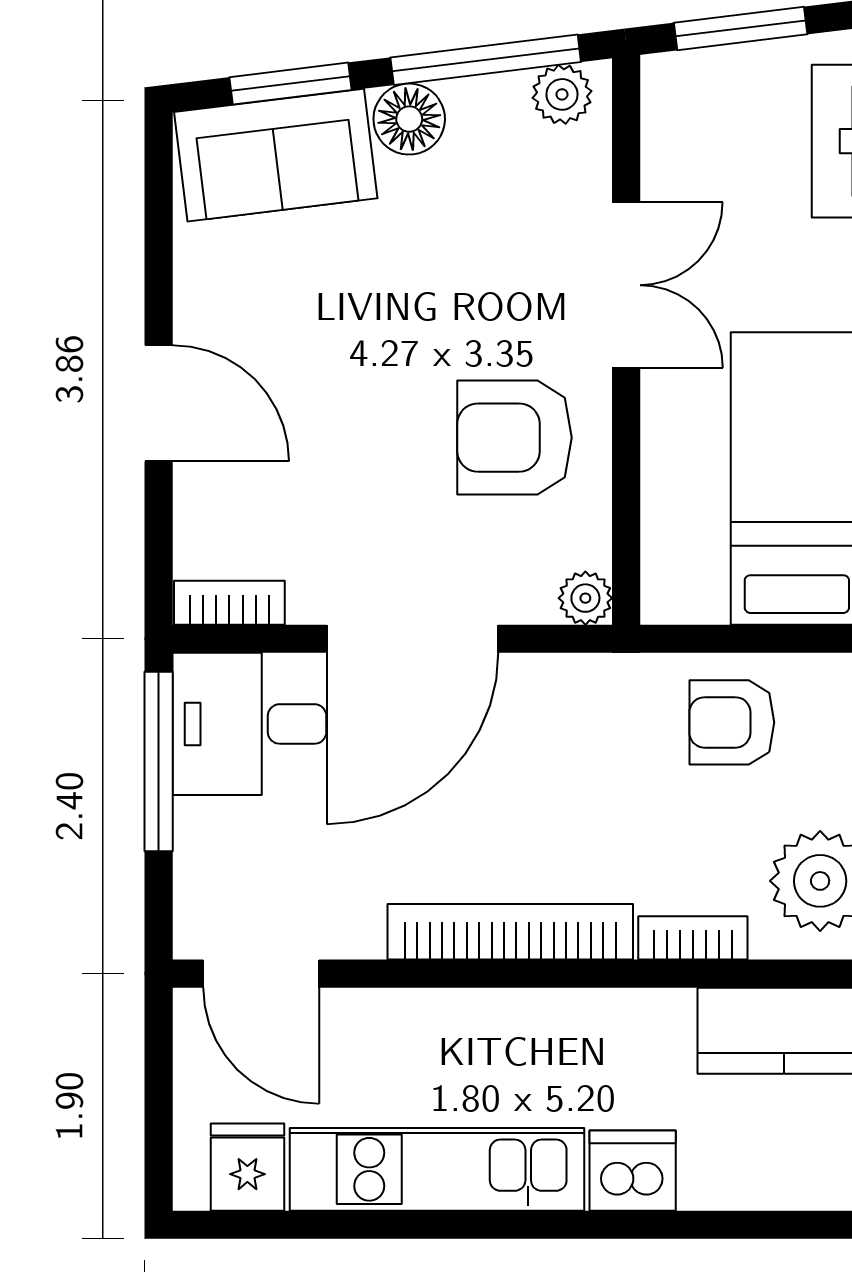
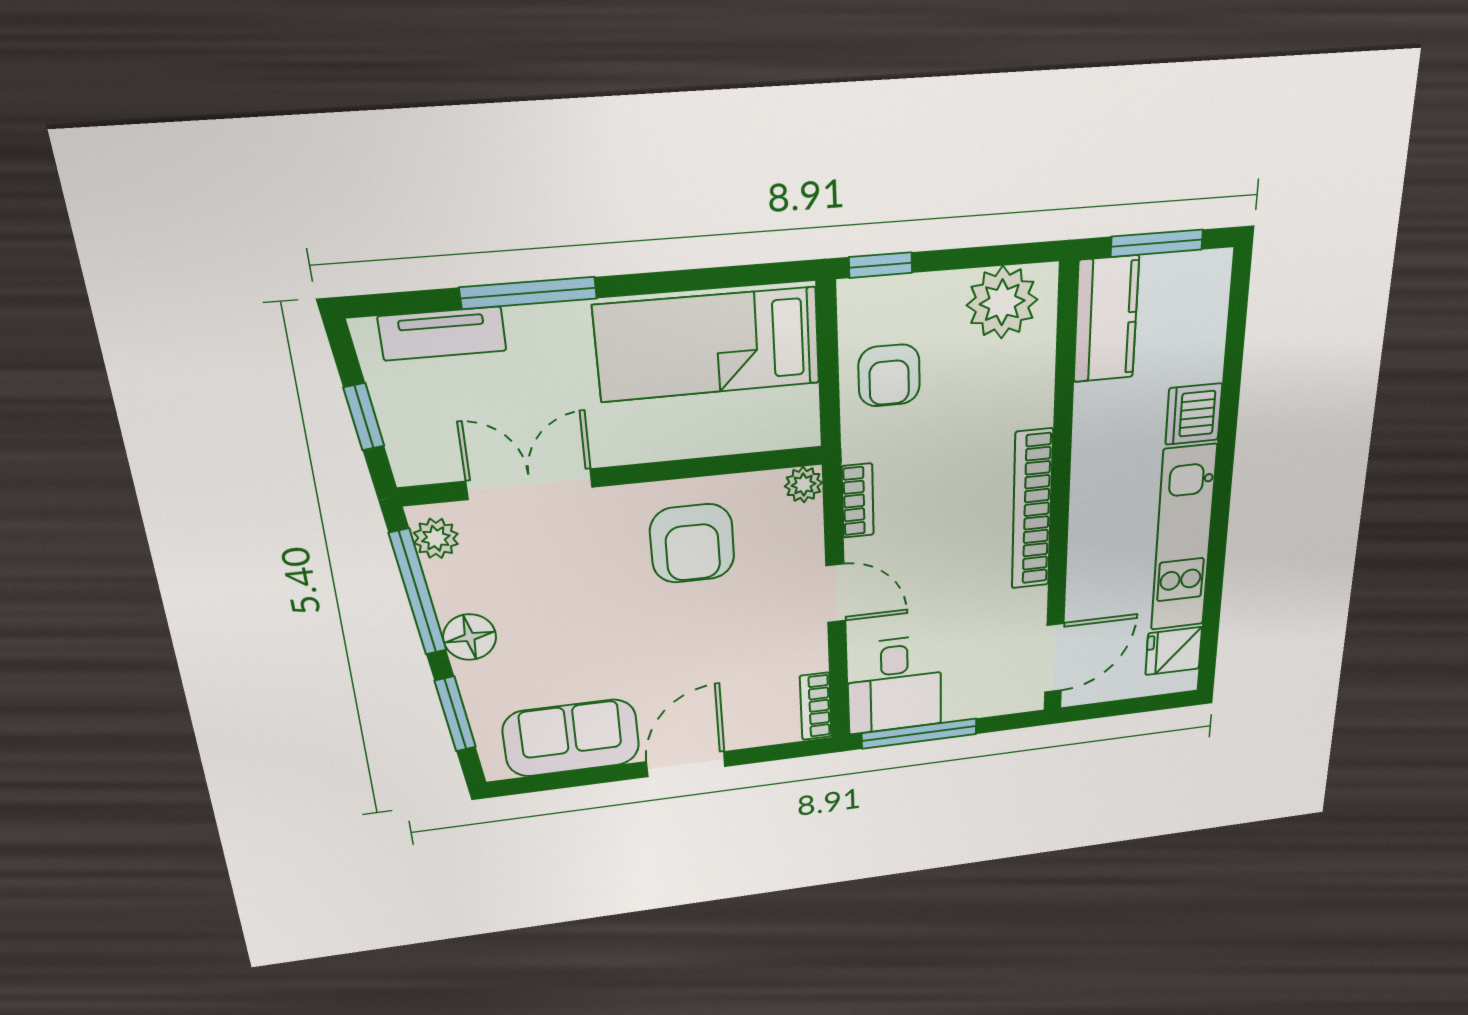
window: (741, 28) -> (364, 417), width x0.67
sofa: (276, 155) -> (571, 738), moved, turned -83
double door: (626, 285) -> (530, 484), moved
door: (412, 639) -> (836, 593), width x0.53
bookcase: (693, 938) -> (858, 501), moved, turned 180

